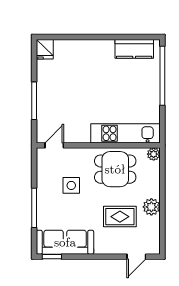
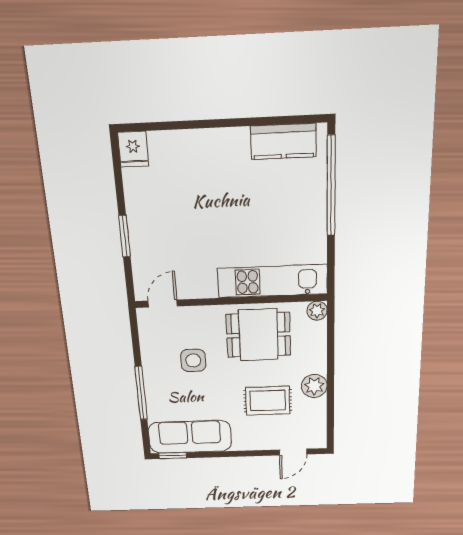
window: (34, 101) -> (125, 236), width x0.69

